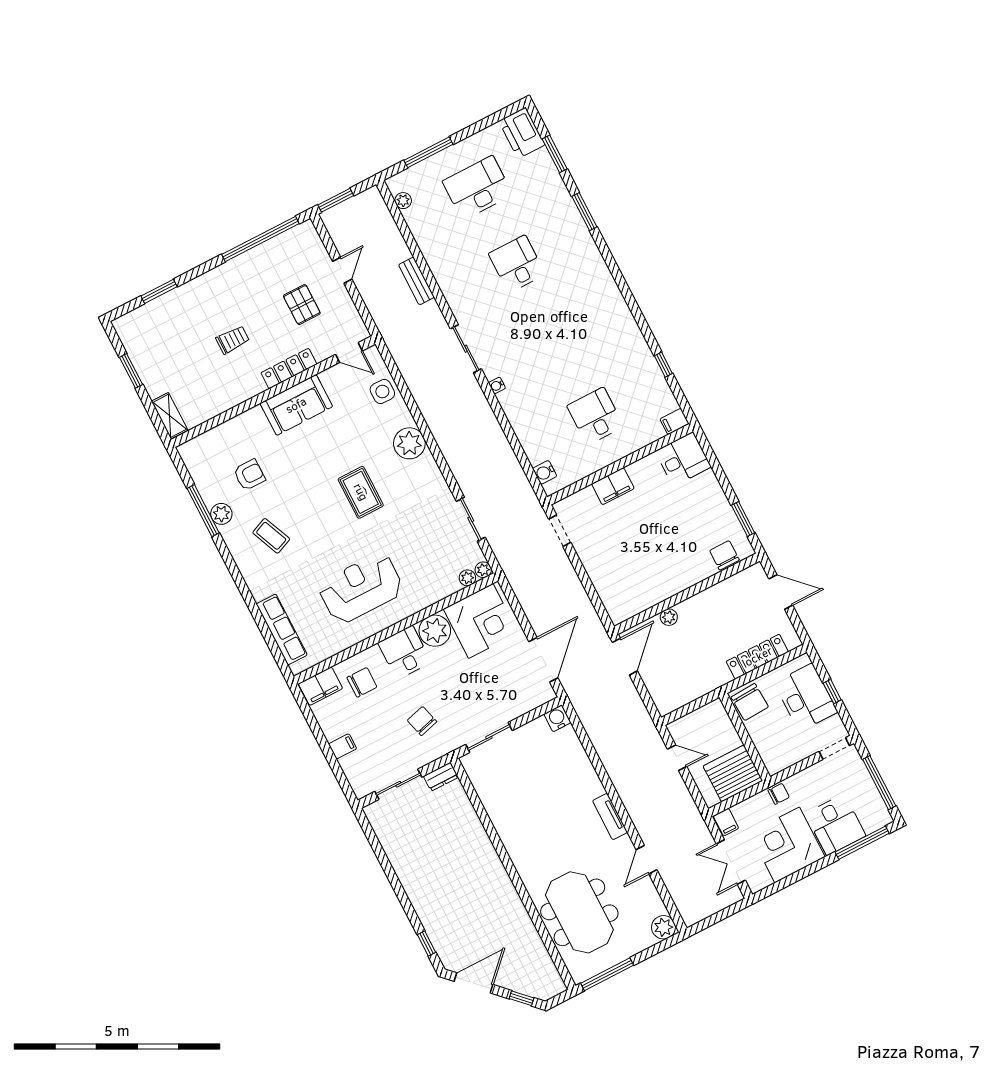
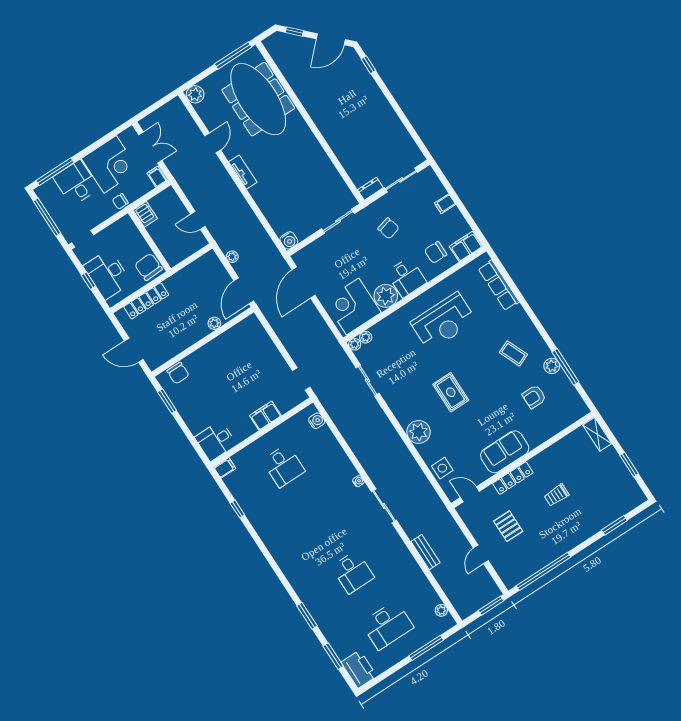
plant: (636, 704) -> (232, 257), added
server rack: (733, 773) -> (145, 214), width x0.46, depth x0.70
meeting table: (579, 912) -> (258, 99), width x1.36

